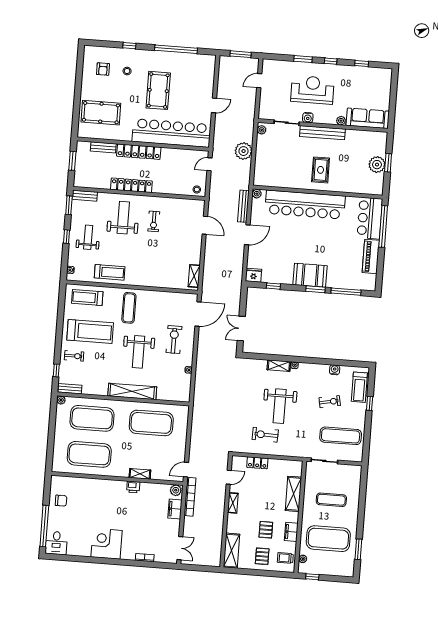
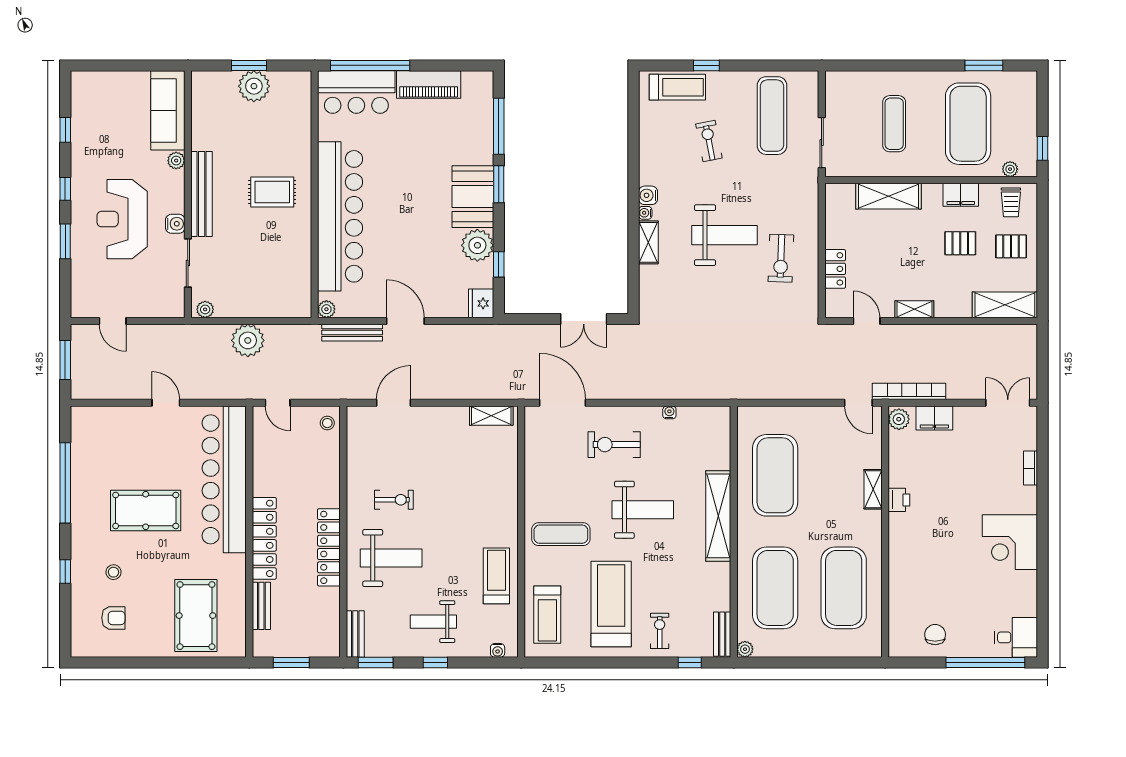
weight bench: (123, 218) -> (391, 558), turned 180
plant: (284, 276) -> (477, 245), added
water cooler: (335, 370) -> (648, 195), moved

